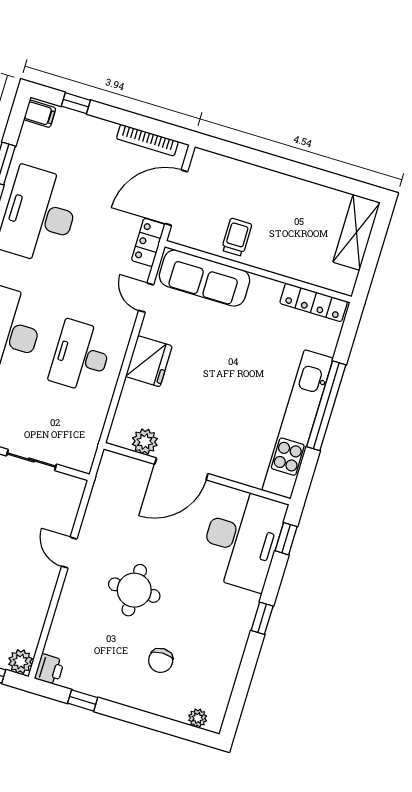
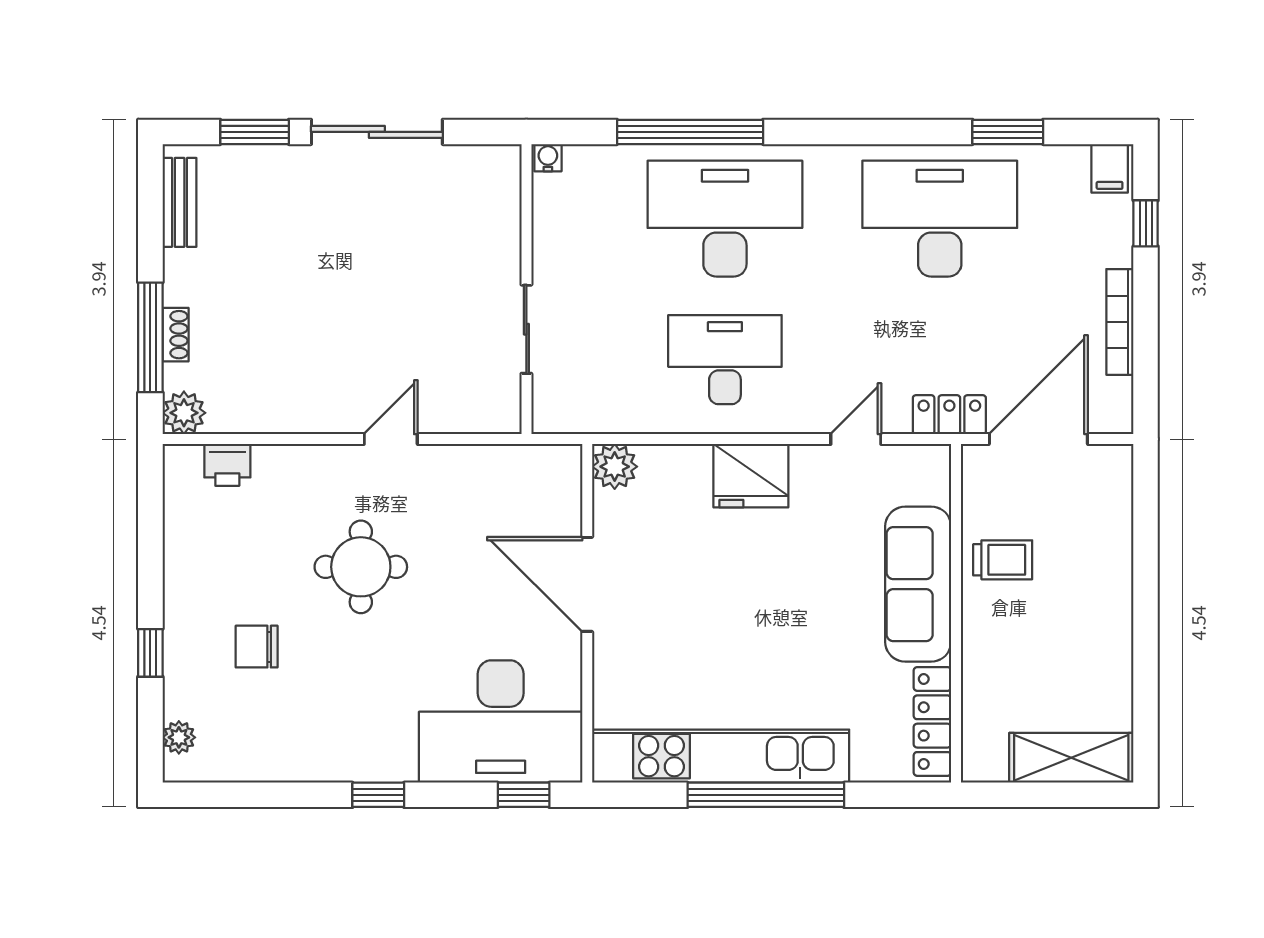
bookcase: (147, 140) -> (1120, 322), moved
door: (176, 198) -> (1038, 439), hinge flipped
sofa: (205, 278) -> (918, 584), moved
plant: (145, 442) -> (615, 467), moved
printer: (49, 669) -> (227, 465), moved
window: (83, 700) -> (150, 653), moved

